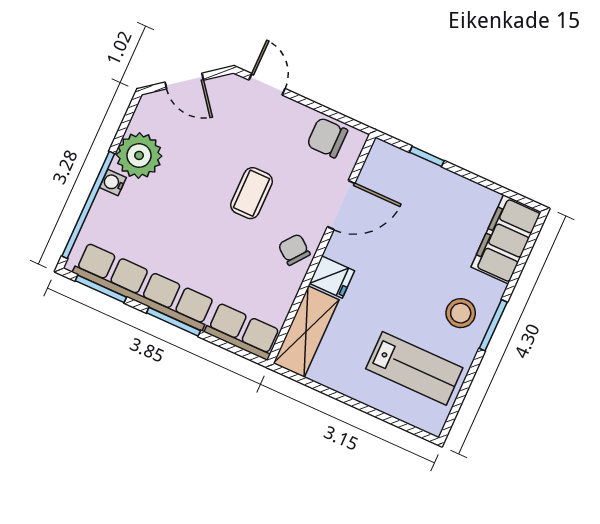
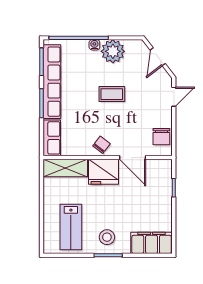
chair: (327, 138) -> (161, 137), turned 180
coffee table: (252, 193) -> (112, 94), moved
fridge: (332, 277) -> (104, 172), width x1.88, depth x1.34

